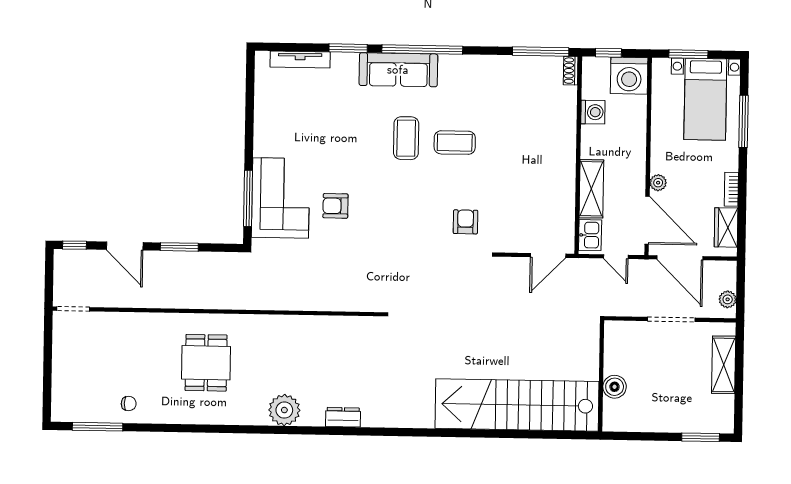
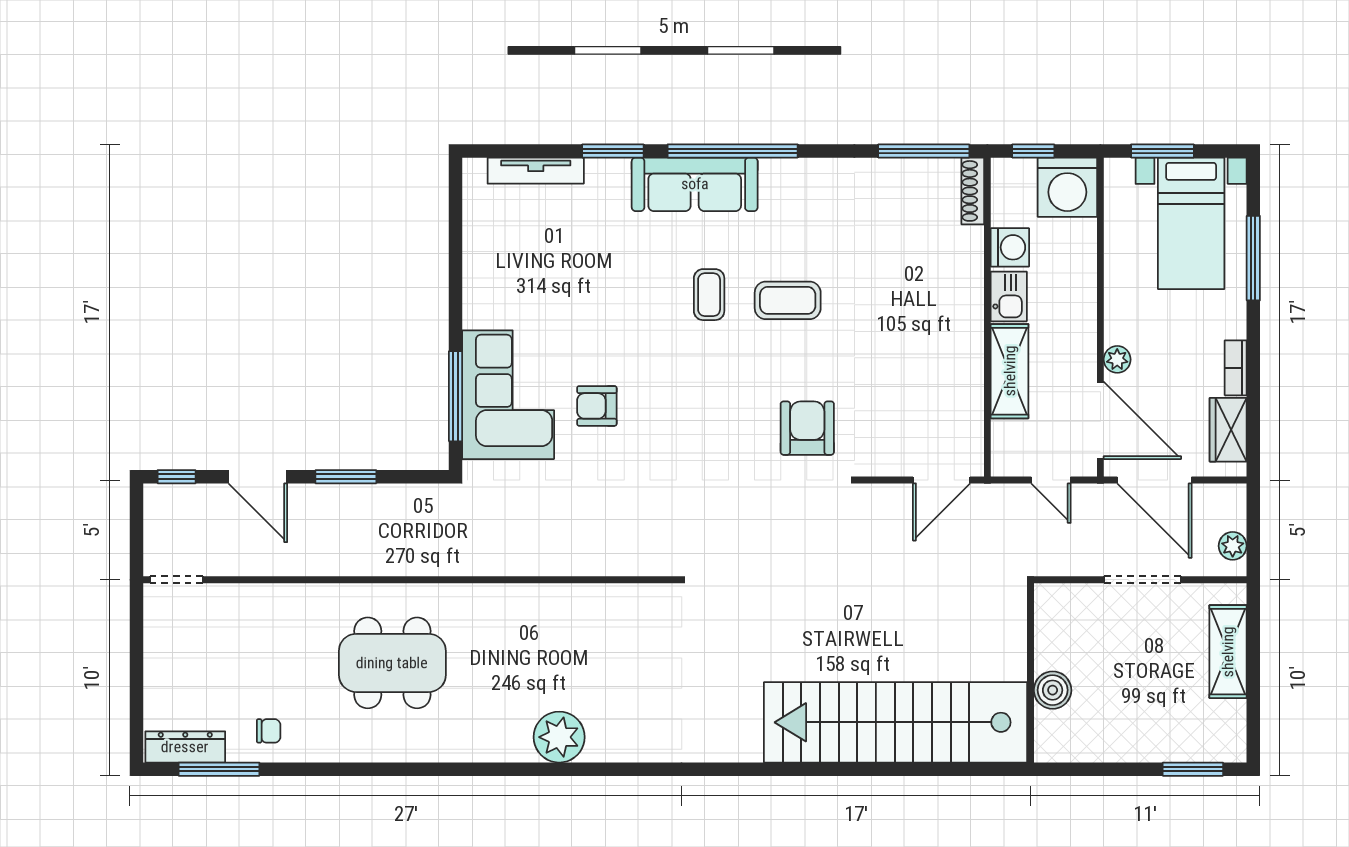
shoe rack: (571, 71) -> (973, 191), width x1.43
coffee table: (406, 138) -> (709, 295), width x0.73, depth x0.77
armchair: (465, 222) -> (807, 428), width x1.38, depth x1.38
kitchen sink: (590, 235) -> (1009, 296), moved
dining table: (206, 363) -> (392, 663), width x1.38
plant: (284, 410) -> (559, 737), moved
dresser: (343, 417) -> (185, 747), moved, width x1.44

